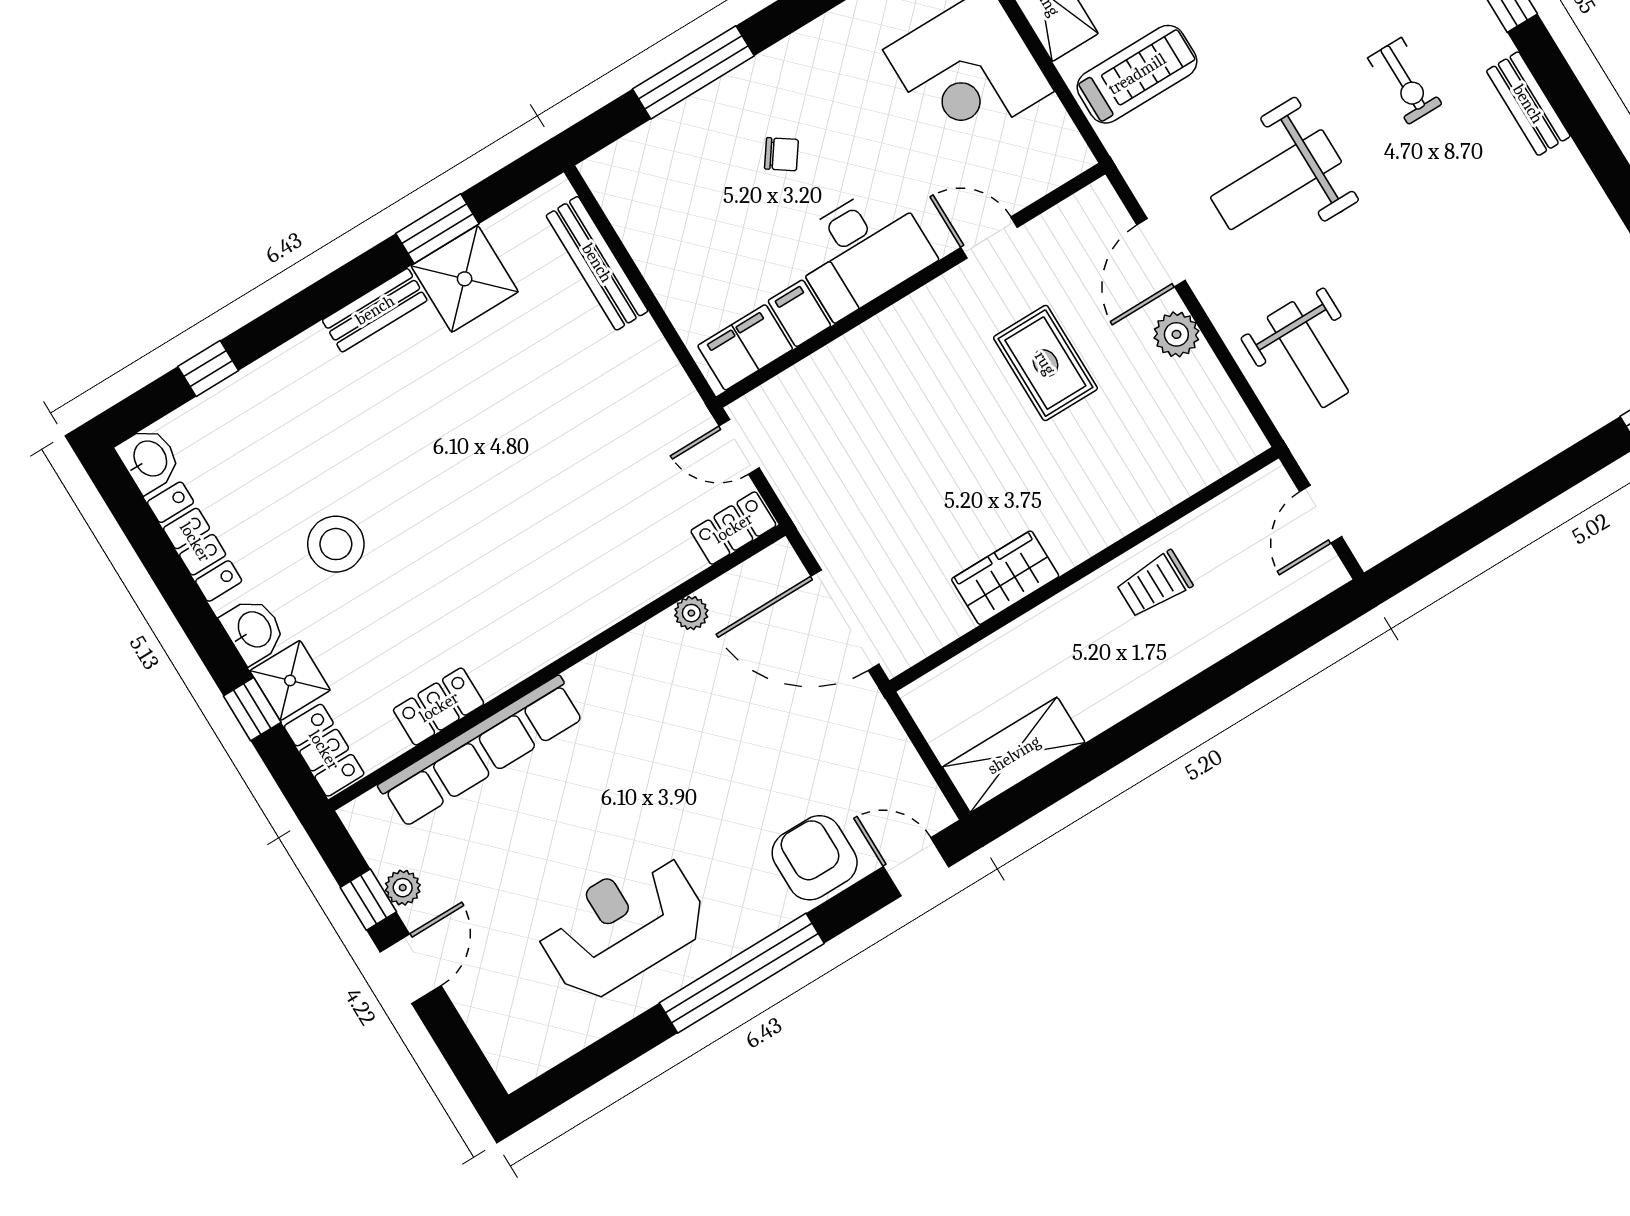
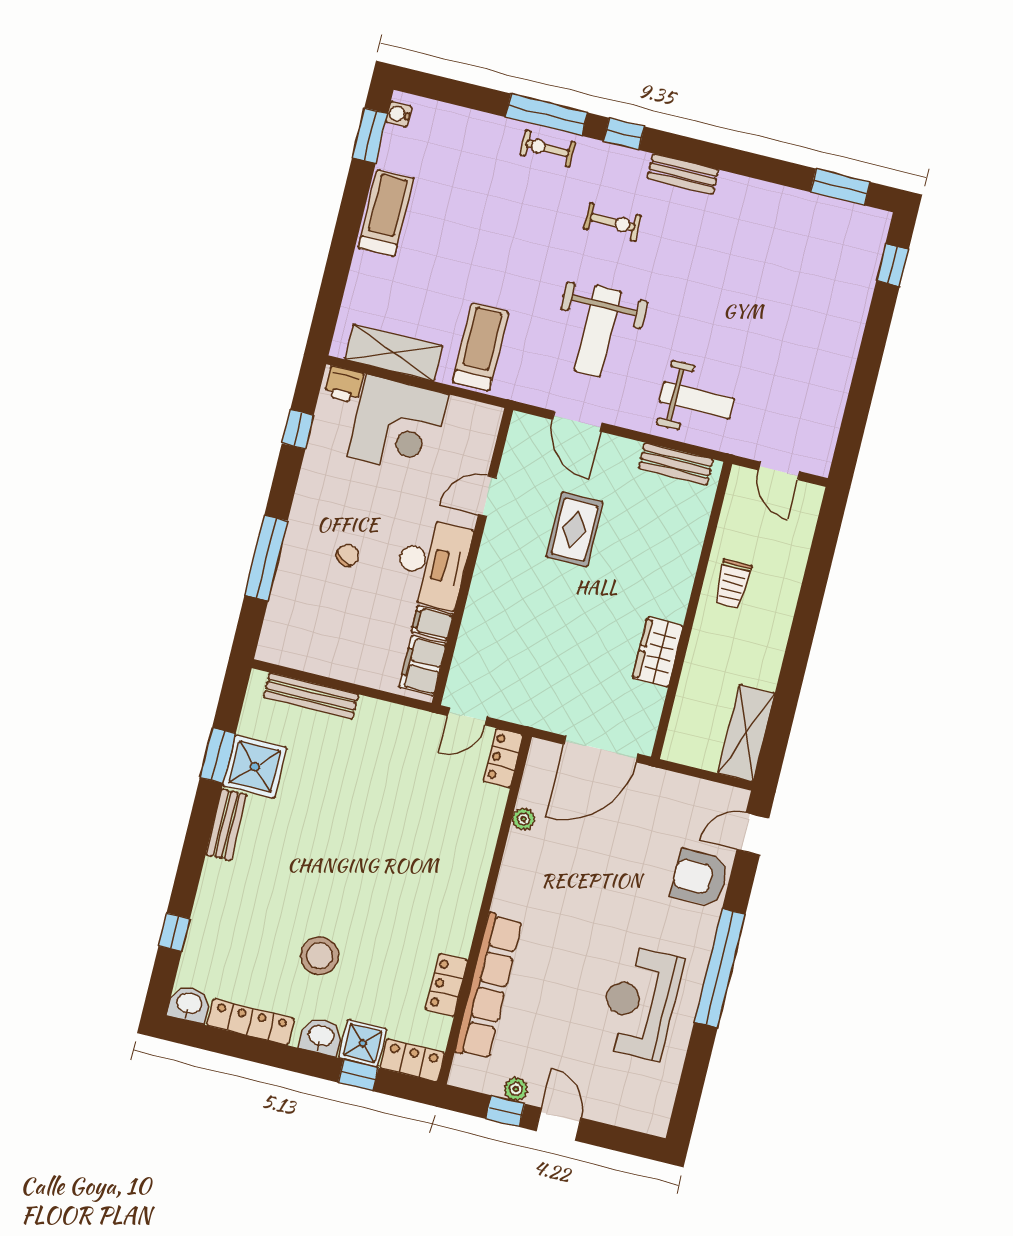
plant: (1176, 334) -> (624, 453), removed
rug: (1045, 363) -> (574, 530), turned 90
bench: (1220, 400) -> (676, 464), added

